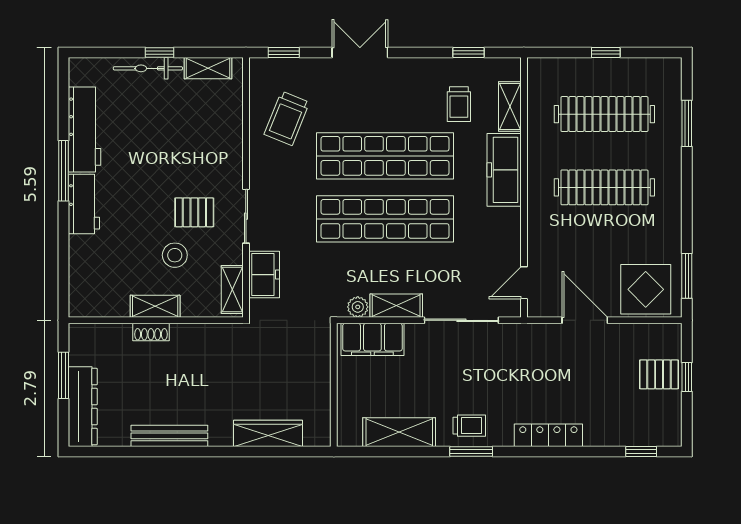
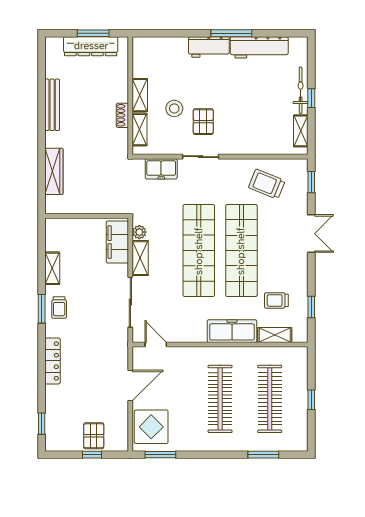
shelving: (232, 289) -> (140, 130), moved, turned 90
shoe rack: (151, 332) -> (122, 115), moved
dresser: (83, 407) -> (91, 46), moved
shelving: (399, 432) -> (52, 268), width x0.67, depth x0.75

